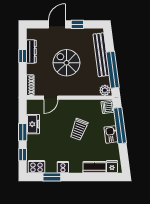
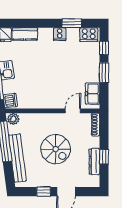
freezer: (33, 124) -> (92, 94), moved
trolley: (79, 129) -> (42, 76), removed

